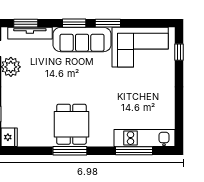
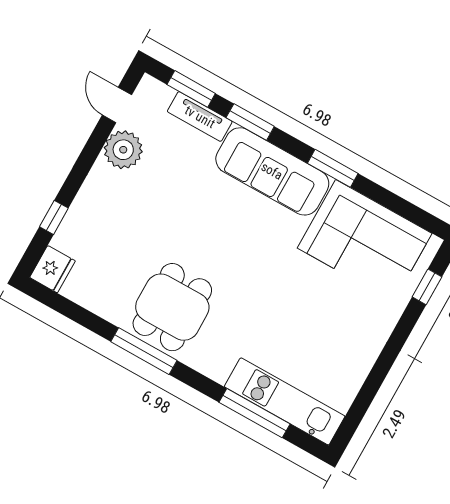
window: (74, 23) -> (250, 122), moved
tv unit: (30, 33) -> (200, 117), width x0.71

